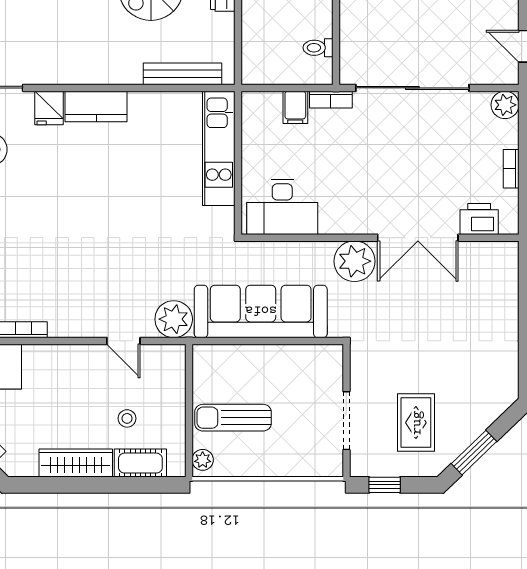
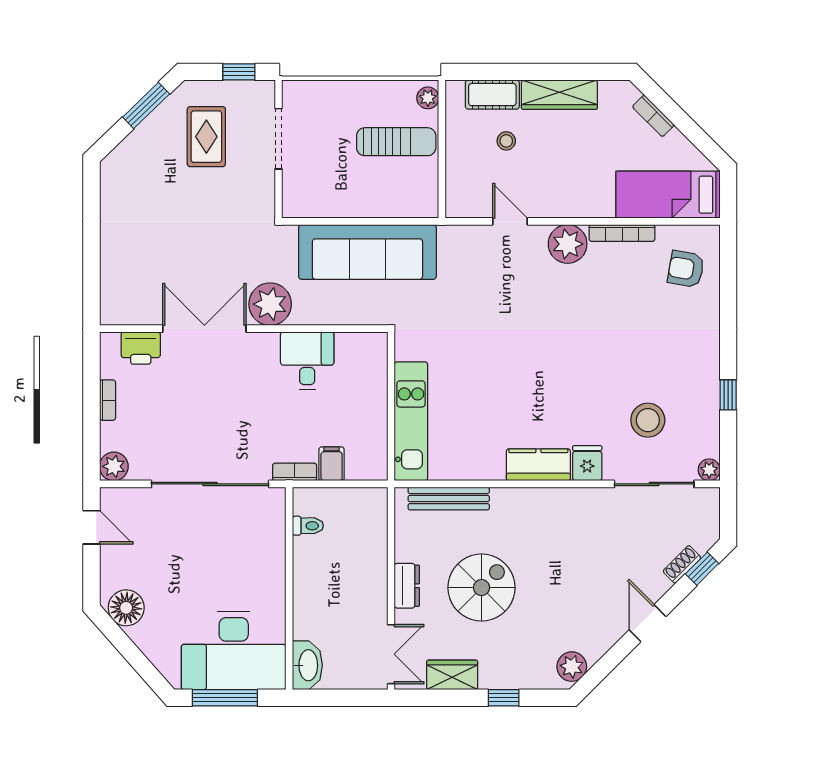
desk: (282, 207) -> (307, 361), moved, width x0.73
plant: (174, 319) -> (568, 244), moved

